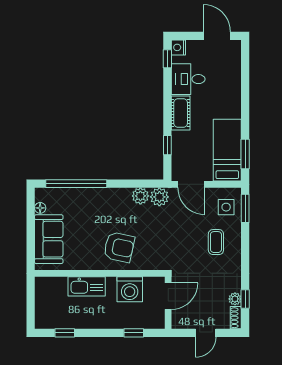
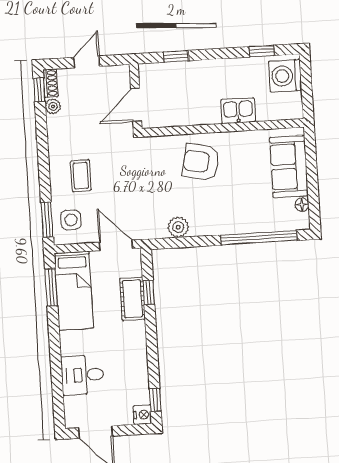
desk: (188, 79) -> (82, 375), moved, turned 180
cot: (181, 113) -> (133, 299), moved
plant: (159, 197) -> (155, 227), removed
kitchen sink: (87, 286) -> (238, 111), width x0.73
washing machine: (130, 289) -> (285, 76), moved, turned -90
window: (245, 299) -> (39, 90), moved

